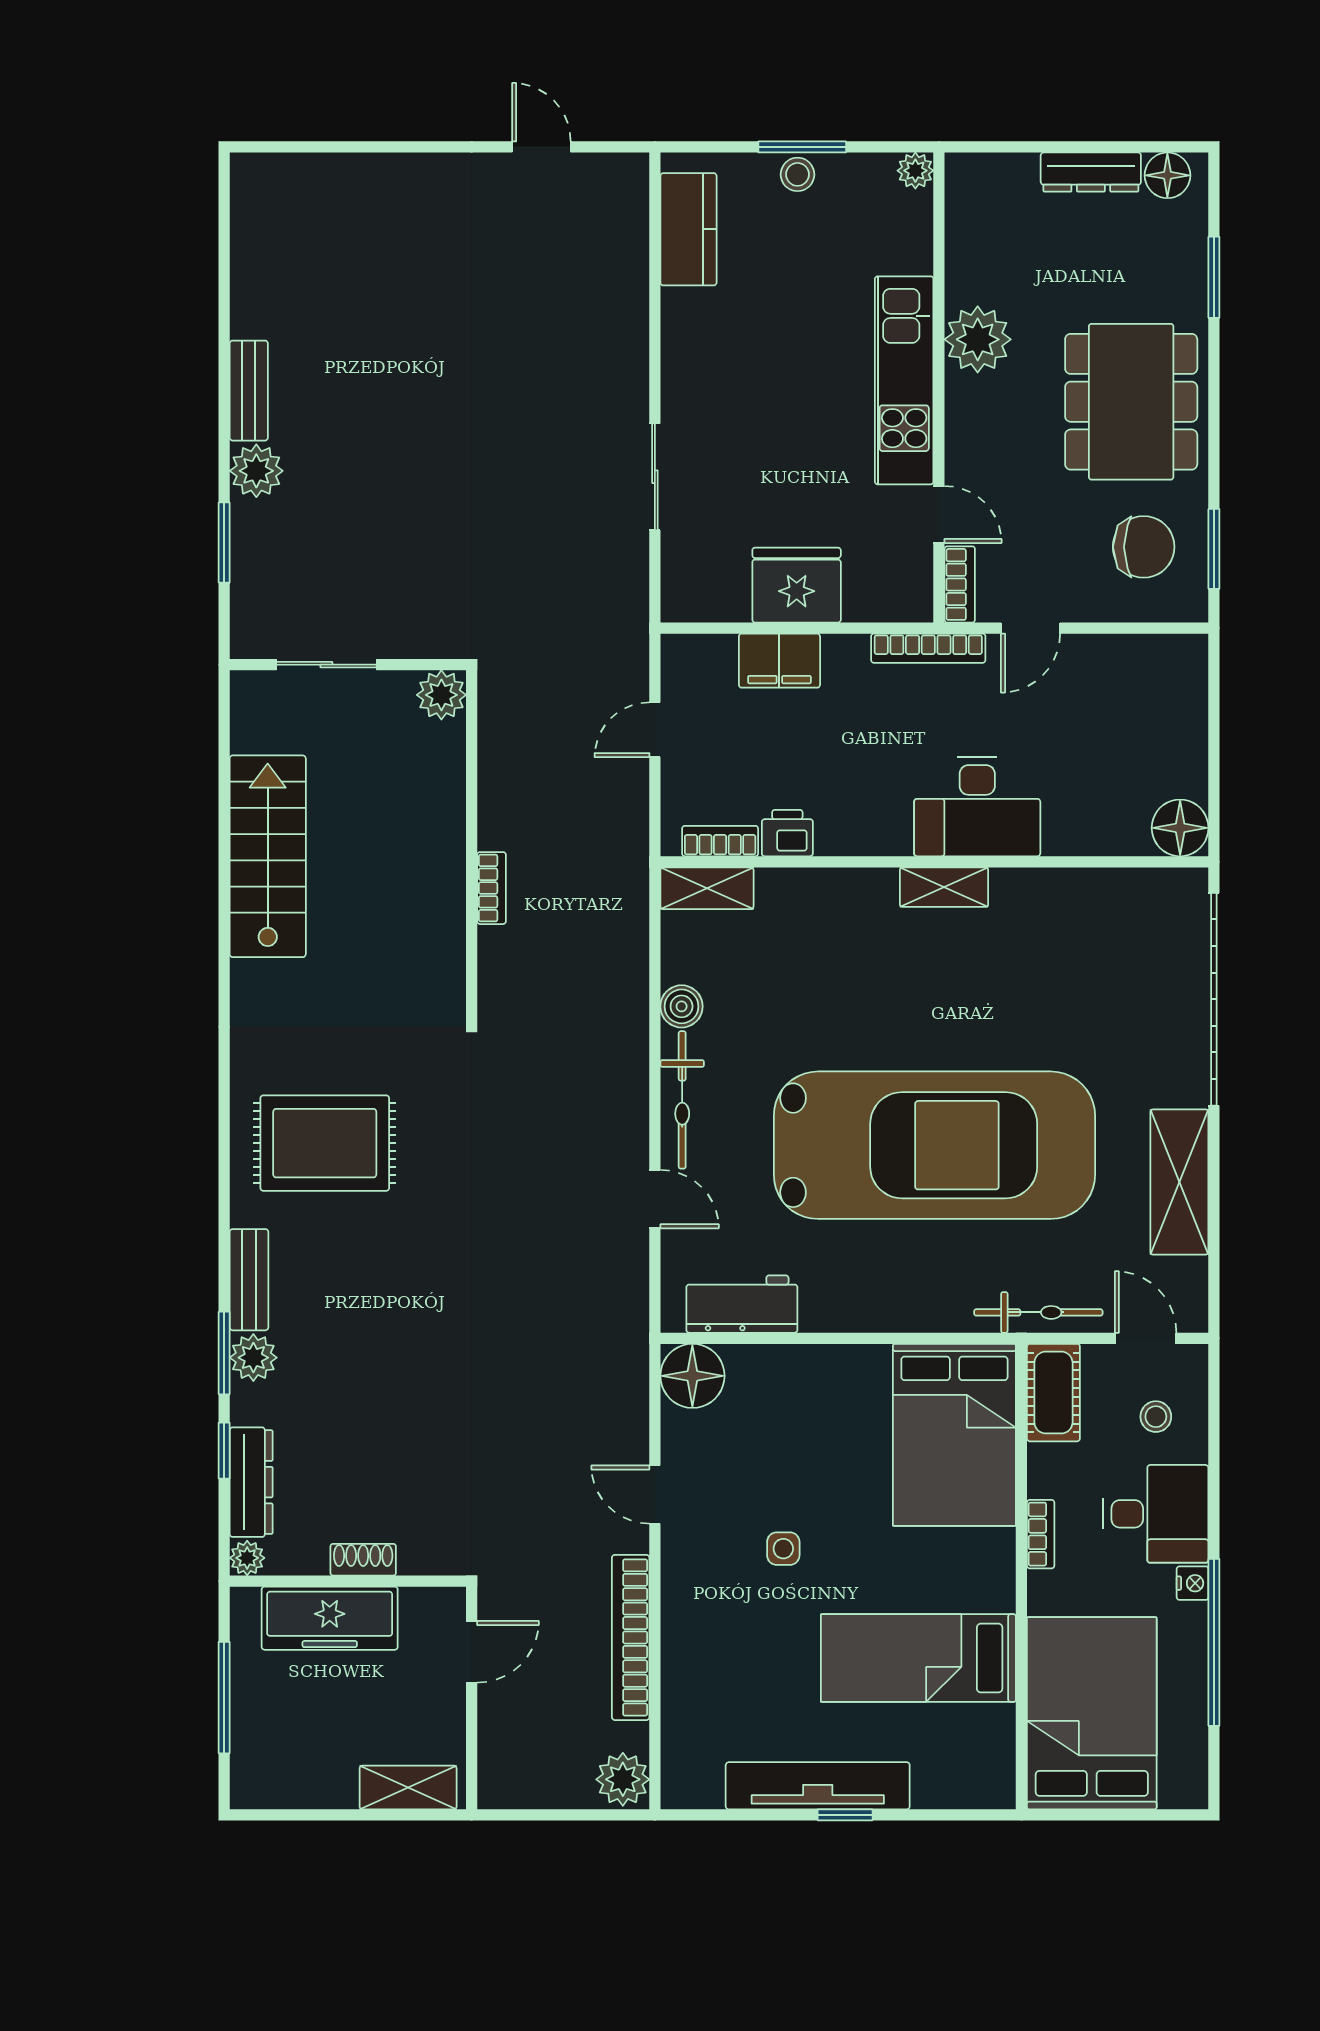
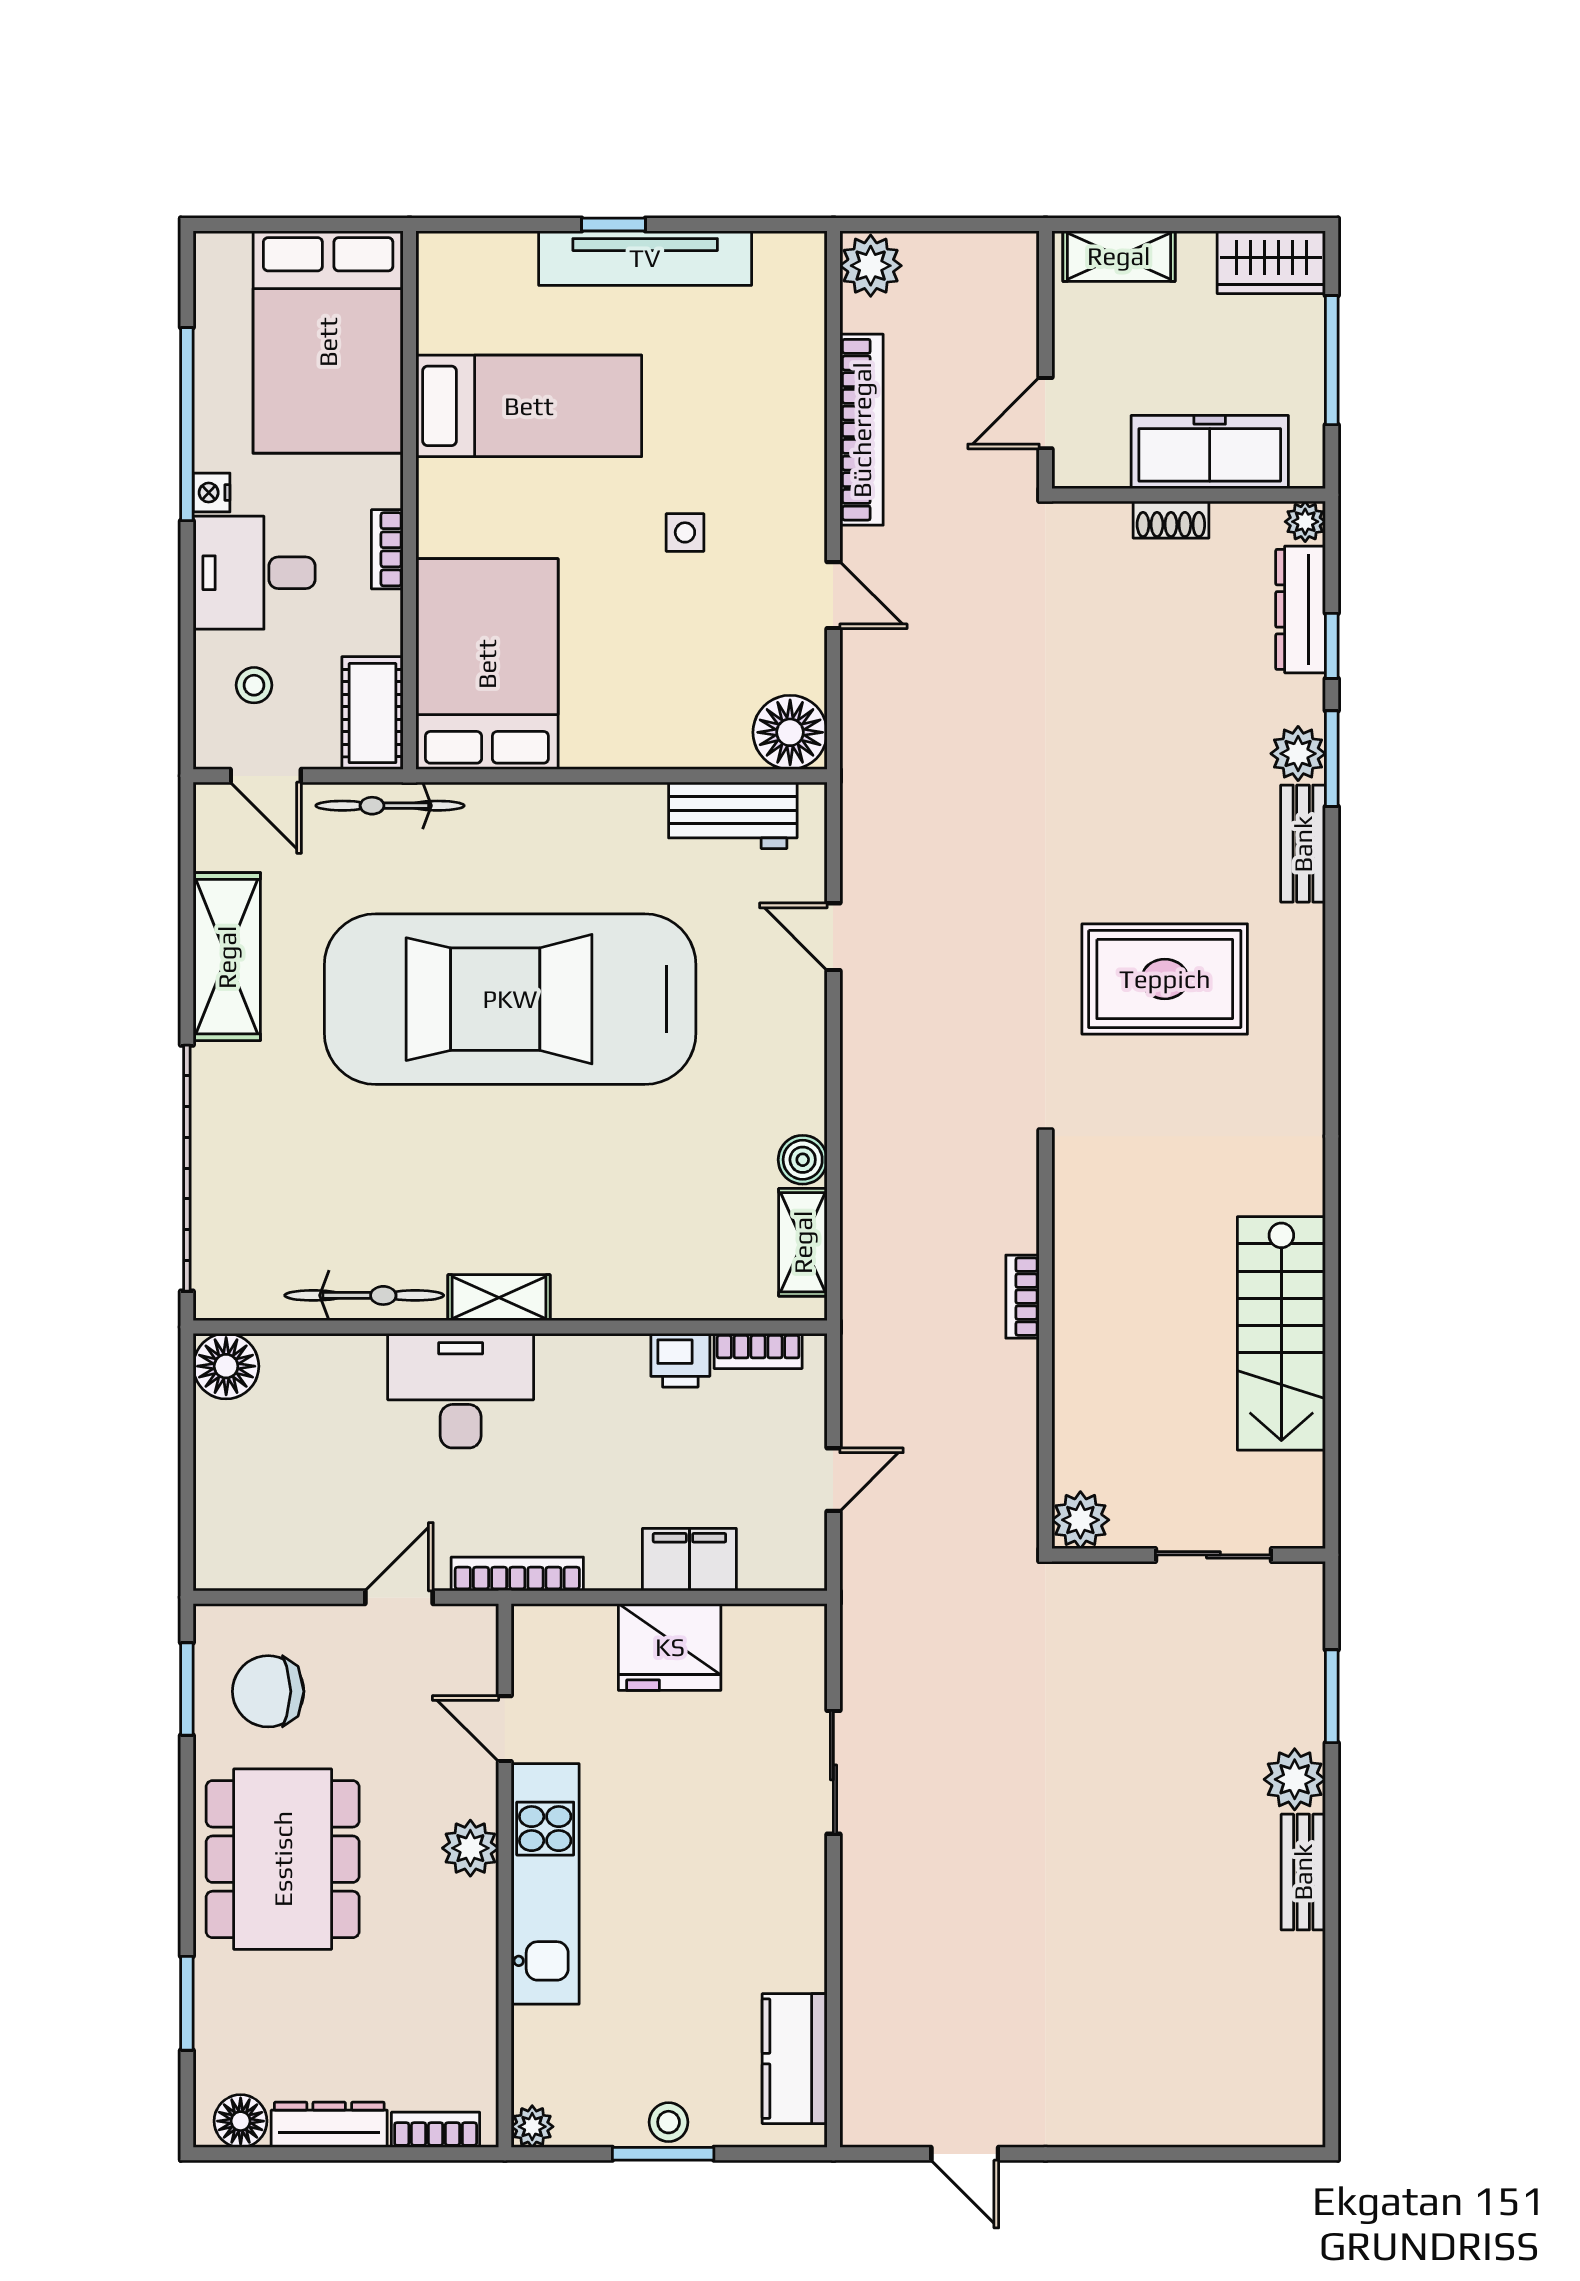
plant: (978, 339) -> (470, 1848), moved, width x0.73, depth x0.73
bookcase: (960, 584) -> (436, 2130), moved, turned 90
shelving: (707, 888) -> (803, 1242), moved, turned 90
bicycle: (682, 1100) -> (364, 1295), moved, turned 90
rug: (325, 1143) -> (1165, 979), moved
wardrobe: (276, 1782) -> (1271, 262), added

